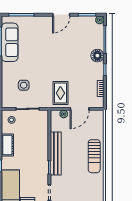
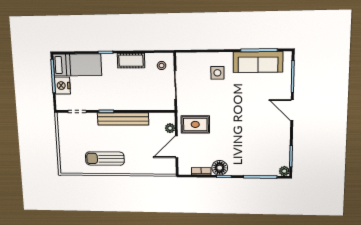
door: (61, 15) -> (292, 110), moved
floor lamp: (97, 56) -> (220, 168), moved
side table: (24, 85) -> (217, 73), moved
door: (80, 109) -> (177, 147), hinge flipped
sun lounger: (94, 156) -> (105, 159), moved

